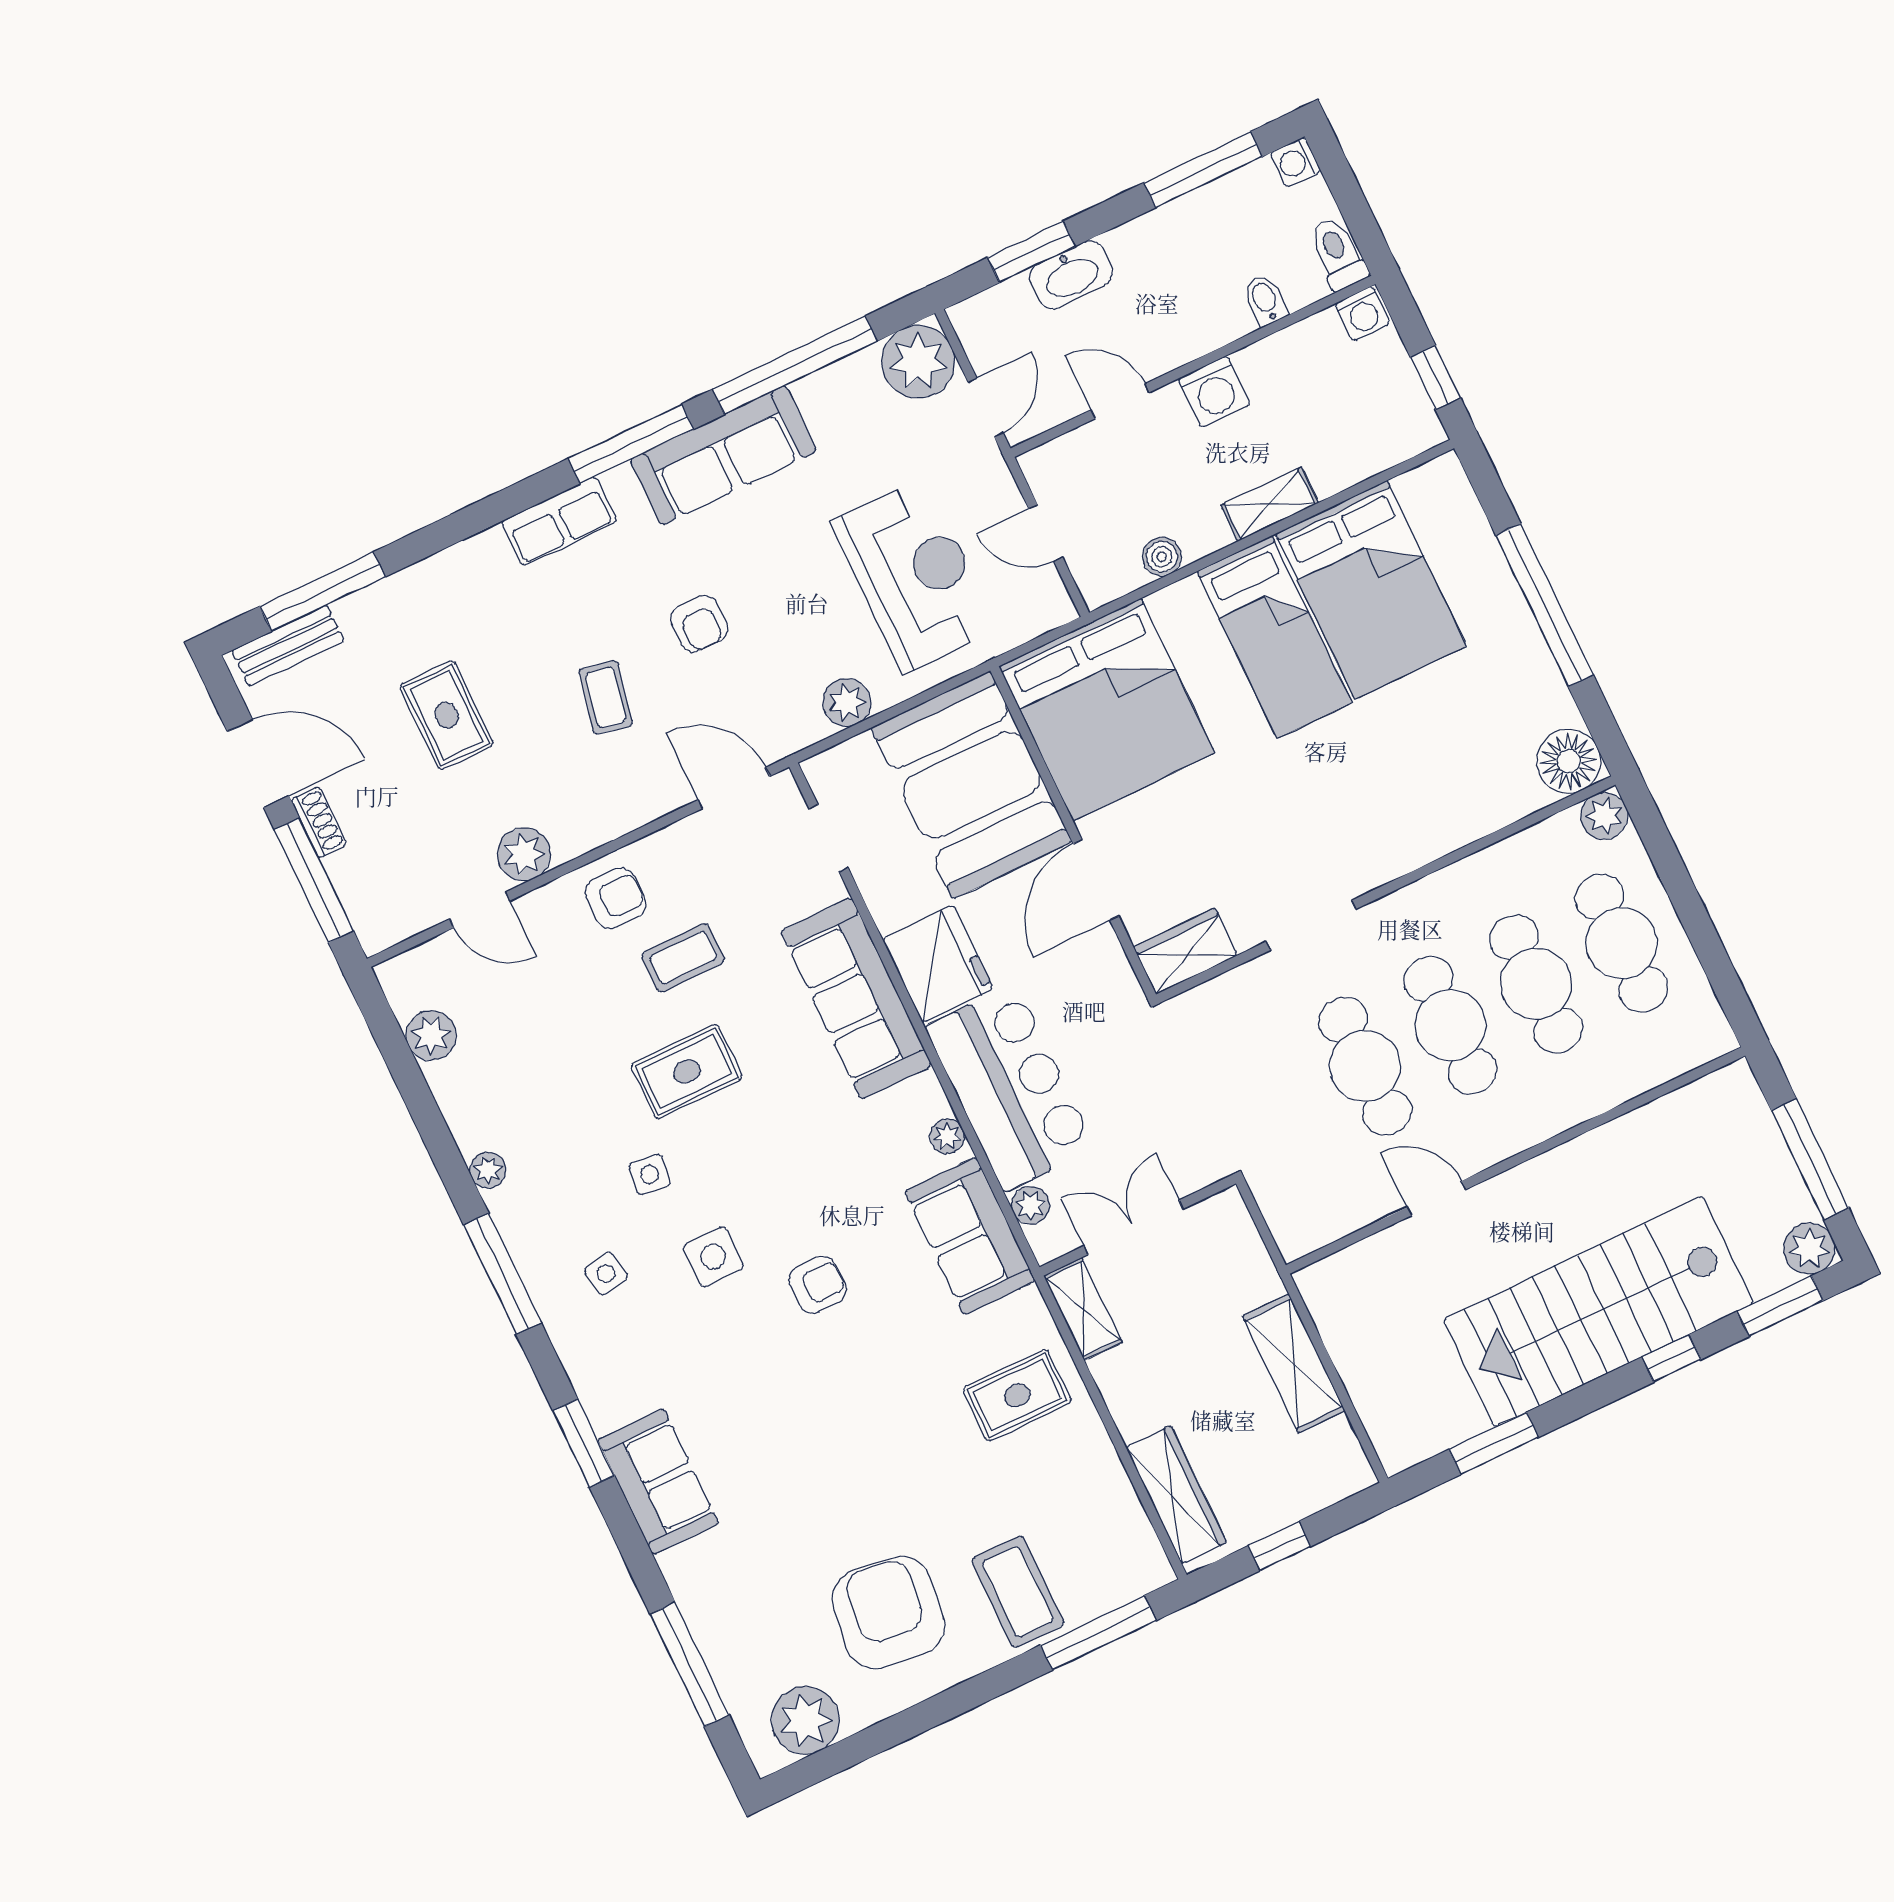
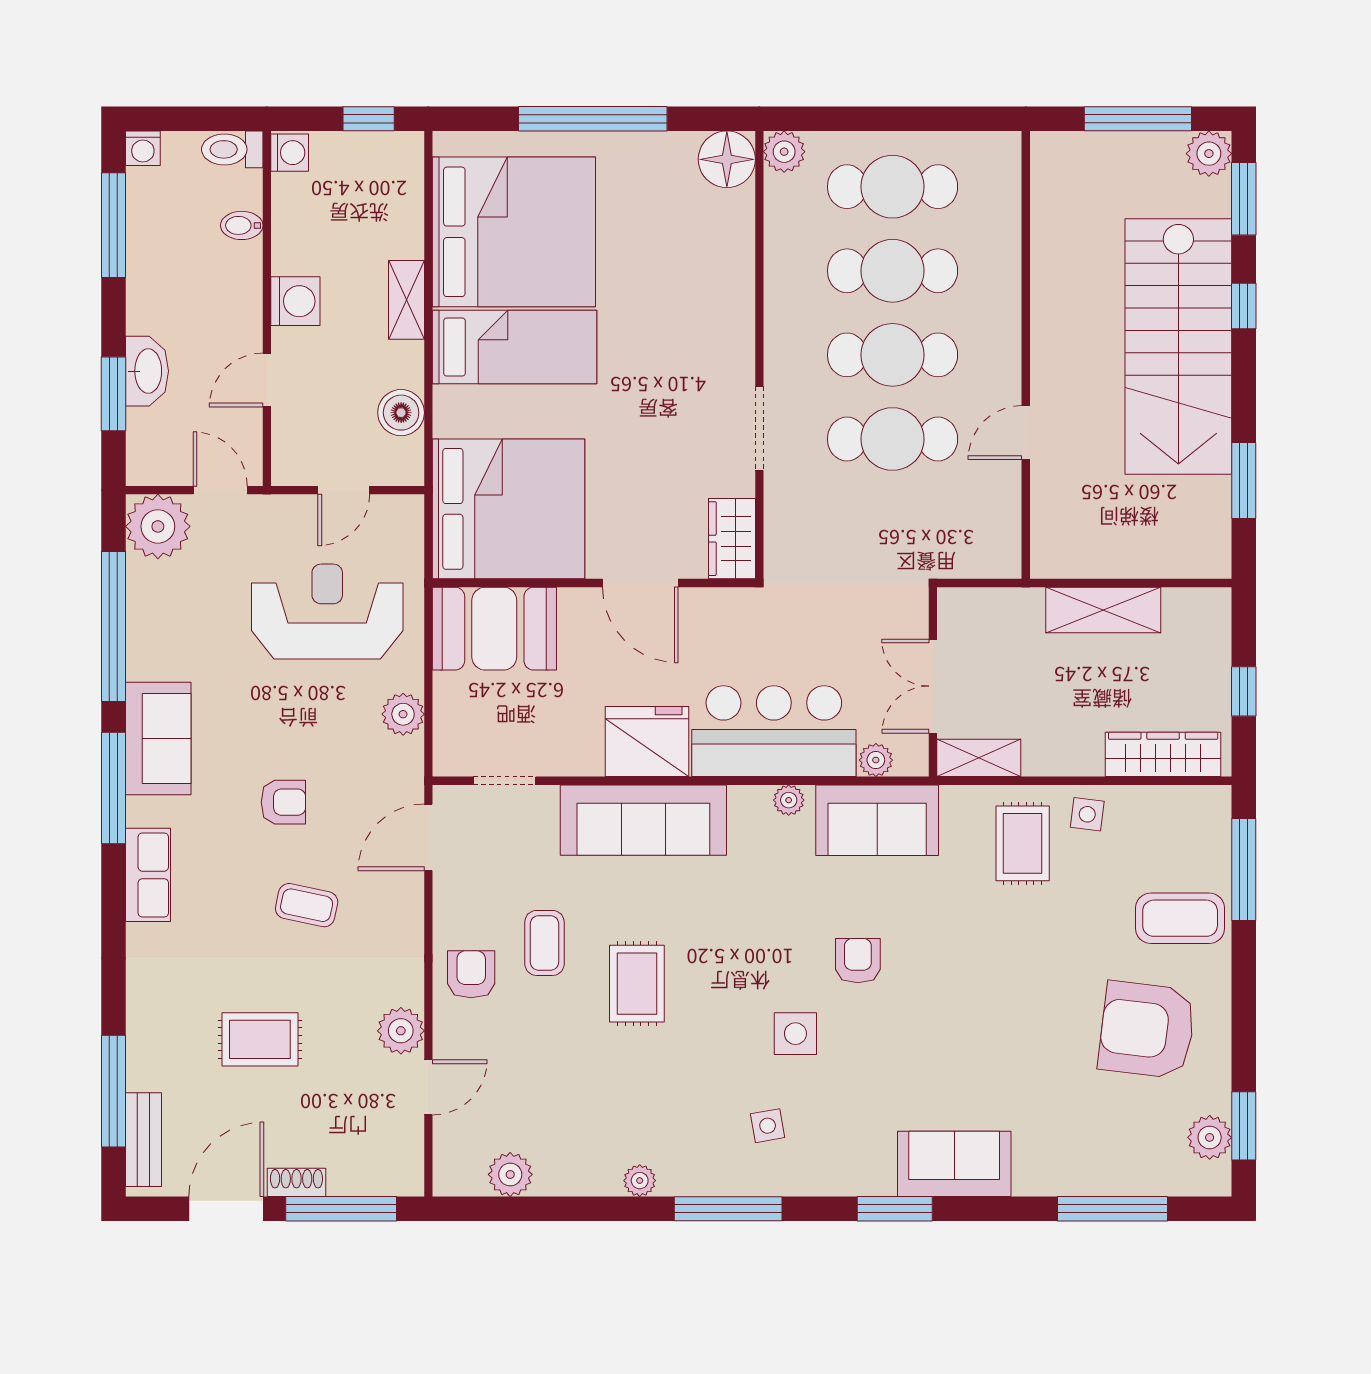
sofa: (723, 455) -> (158, 739), width x0.73
boiler: (1162, 557) -> (401, 413), width x1.36, depth x1.36
bed: (1371, 590) -> (514, 232), width x1.36
booth: (971, 785) -> (494, 629), width x0.73, depth x0.70
side table: (650, 1175) -> (1087, 814), moved
plant: (805, 1720) -> (1210, 1137), width x0.73, depth x0.73
window: (838, 1758) -> (1244, 1126), added

